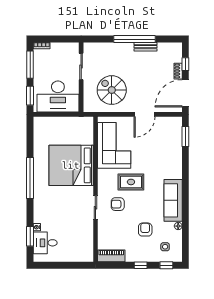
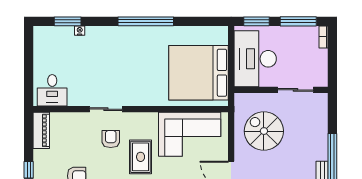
spiral stairs: (112, 90) -> (264, 131), turned -90
bed: (71, 165) -> (199, 73), moved, turned -90
desk: (45, 243) -> (52, 90), moved, turned 180

